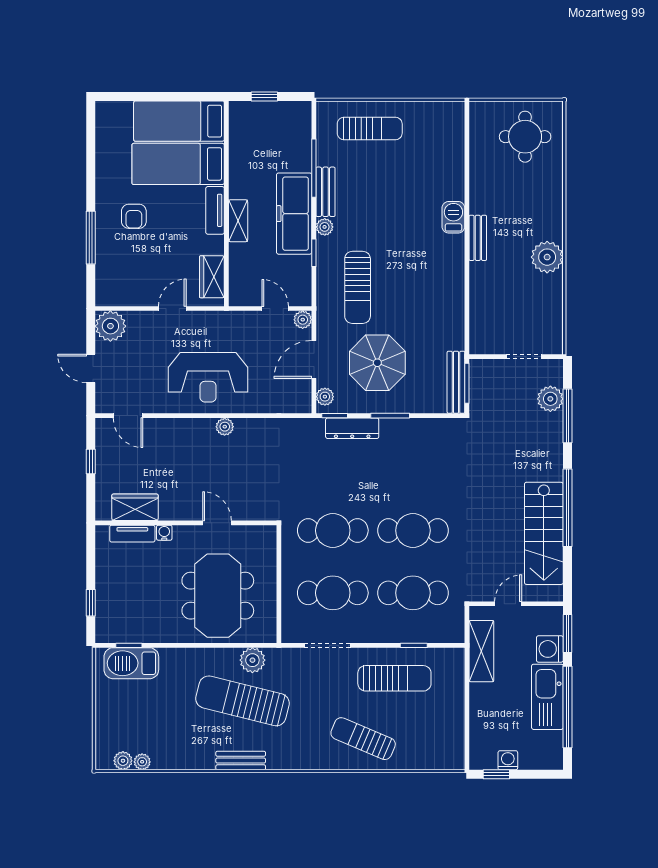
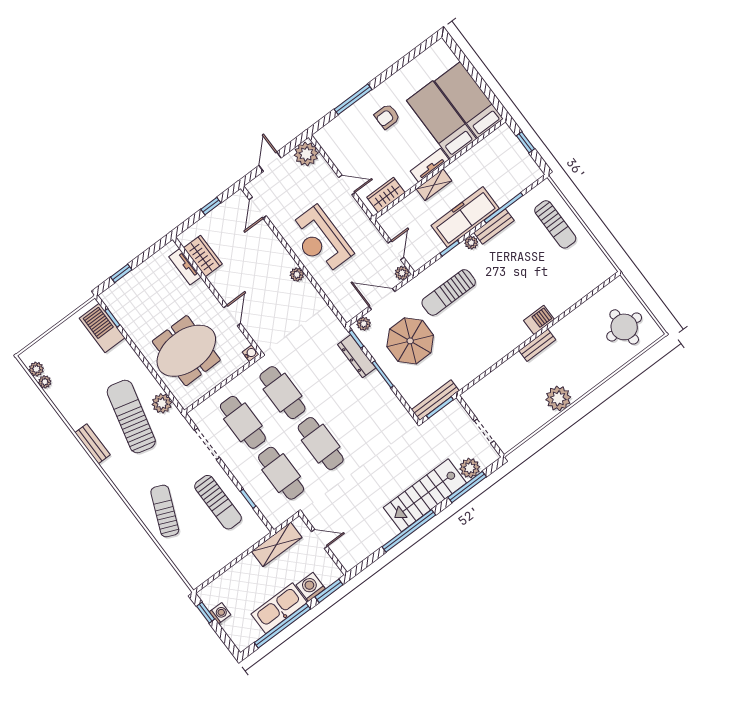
water cooler: (164, 533) -> (251, 353), moved
stairs: (544, 533) -> (425, 495), moved

